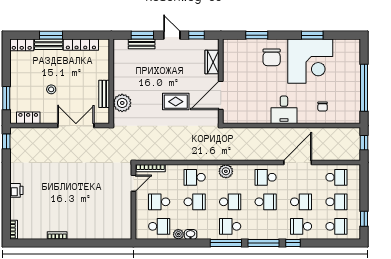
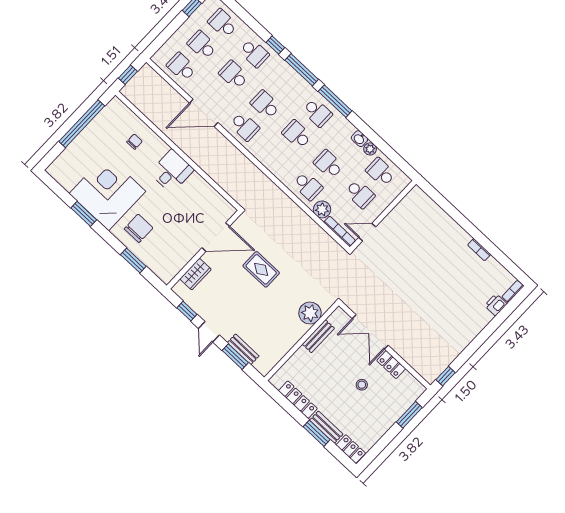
locker: (28, 118) -> (391, 365), moved
plant: (226, 171) -> (322, 209), moved
printer: (16, 190) -> (496, 305), moved

